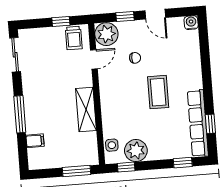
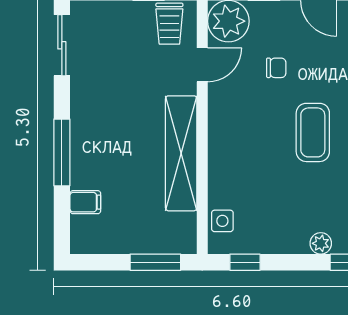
shelving: (86, 109) -> (181, 153), width x1.47
plant: (136, 151) -> (321, 243), moved, width x0.53, depth x0.53

